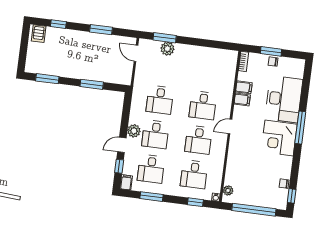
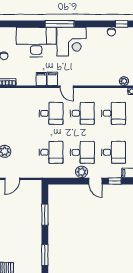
filing cabinet: (244, 87) -> (52, 79), moved

